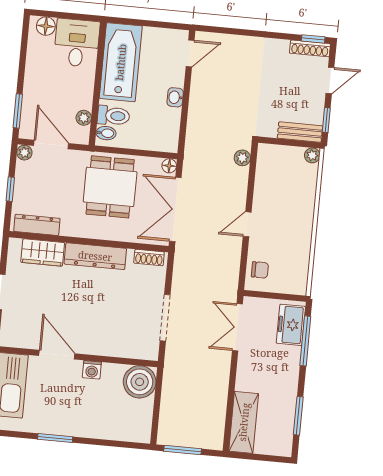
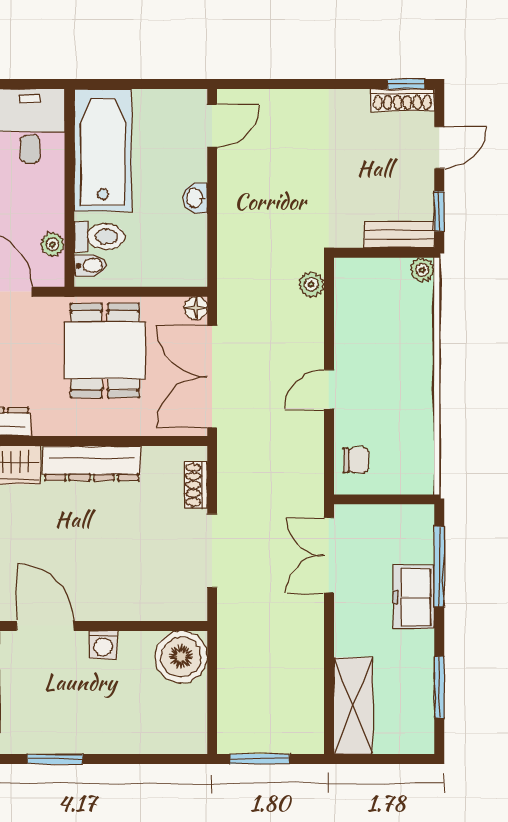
shoe rack: (149, 258) -> (196, 485), moved, turned 90
freezer: (291, 325) -> (414, 597), moved

